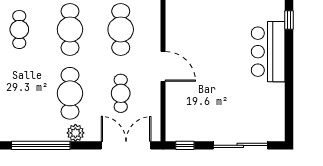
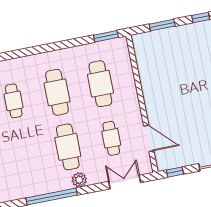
door: (163, 66) -> (149, 138), moved
double door: (126, 145) -> (125, 182), width x0.73

